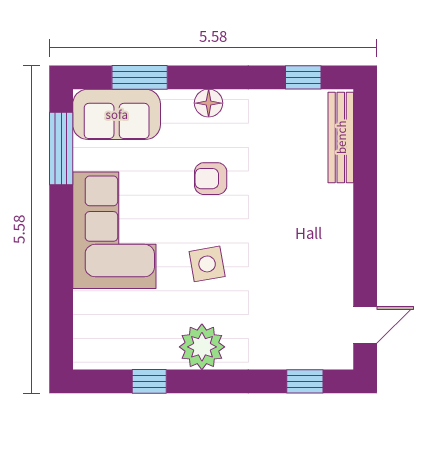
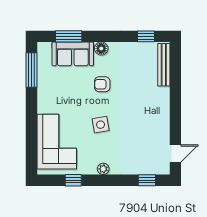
sofa: (117, 114) -> (73, 54), moved
corner sofa: (114, 230) -> (57, 142), moved
plant: (202, 347) -> (103, 169), width x0.53, depth x0.53

